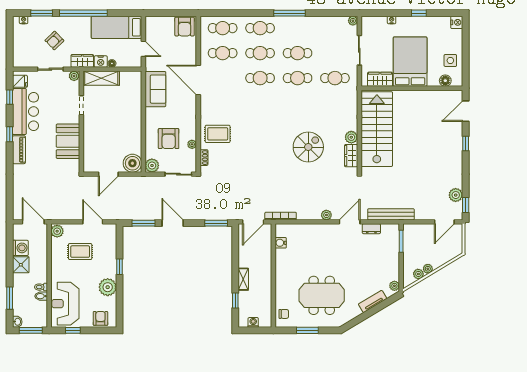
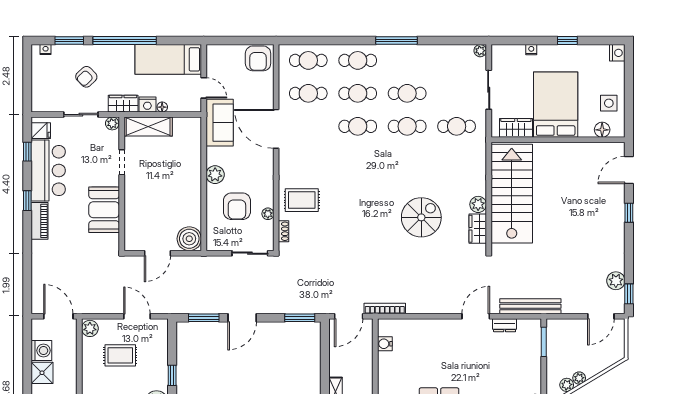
sofa: (155, 89) -> (220, 123), moved
plant: (152, 165) -> (215, 175), moved
plant: (326, 215) -> (445, 307), removed
door: (173, 223) -> (242, 318), swing flipped

